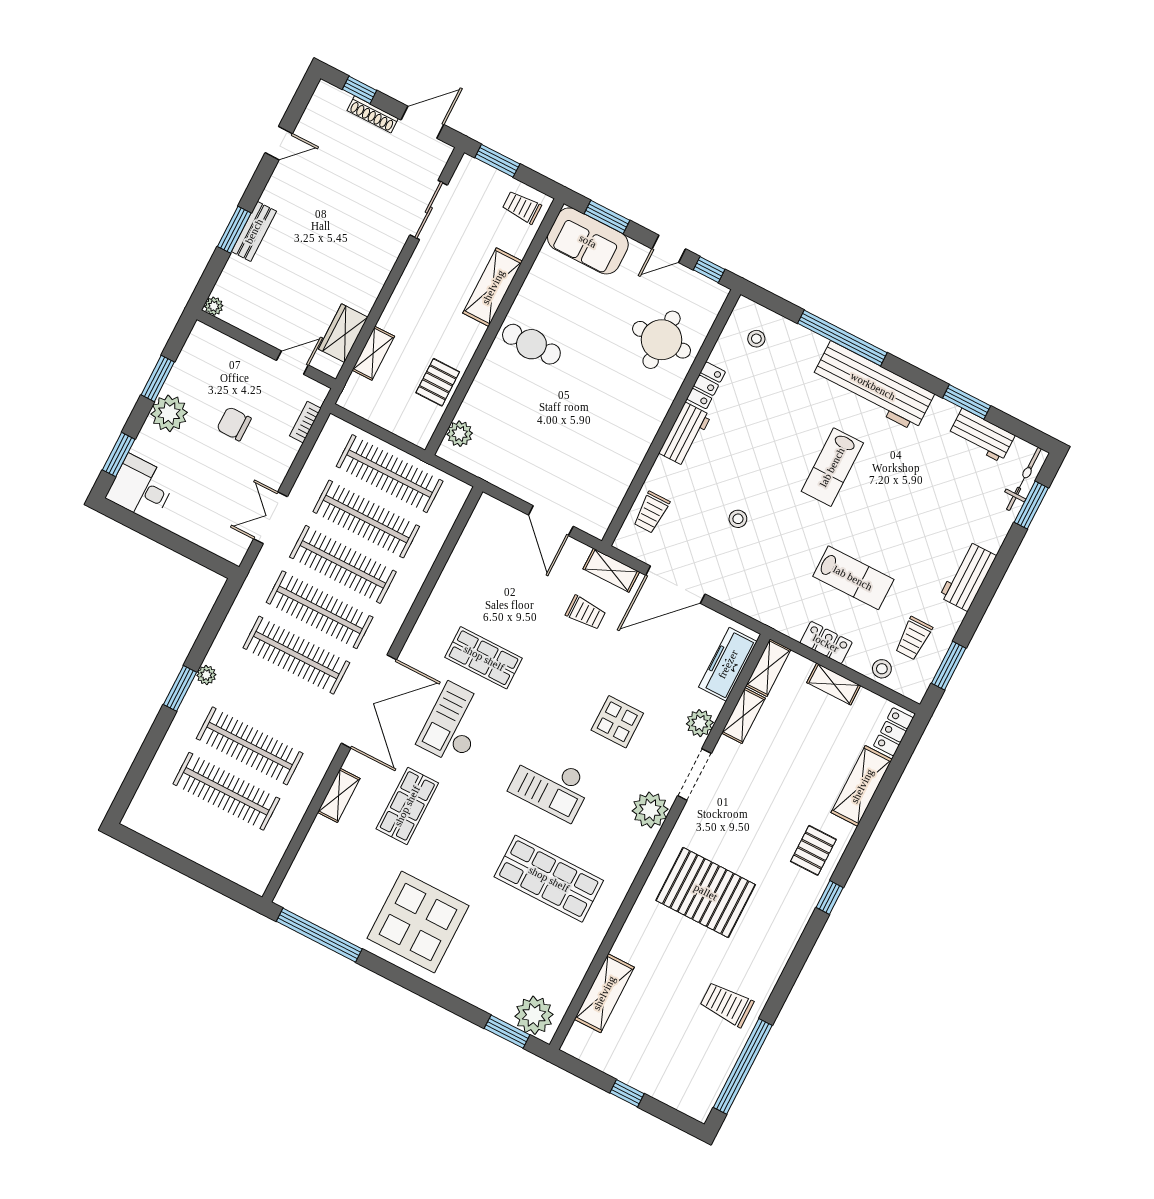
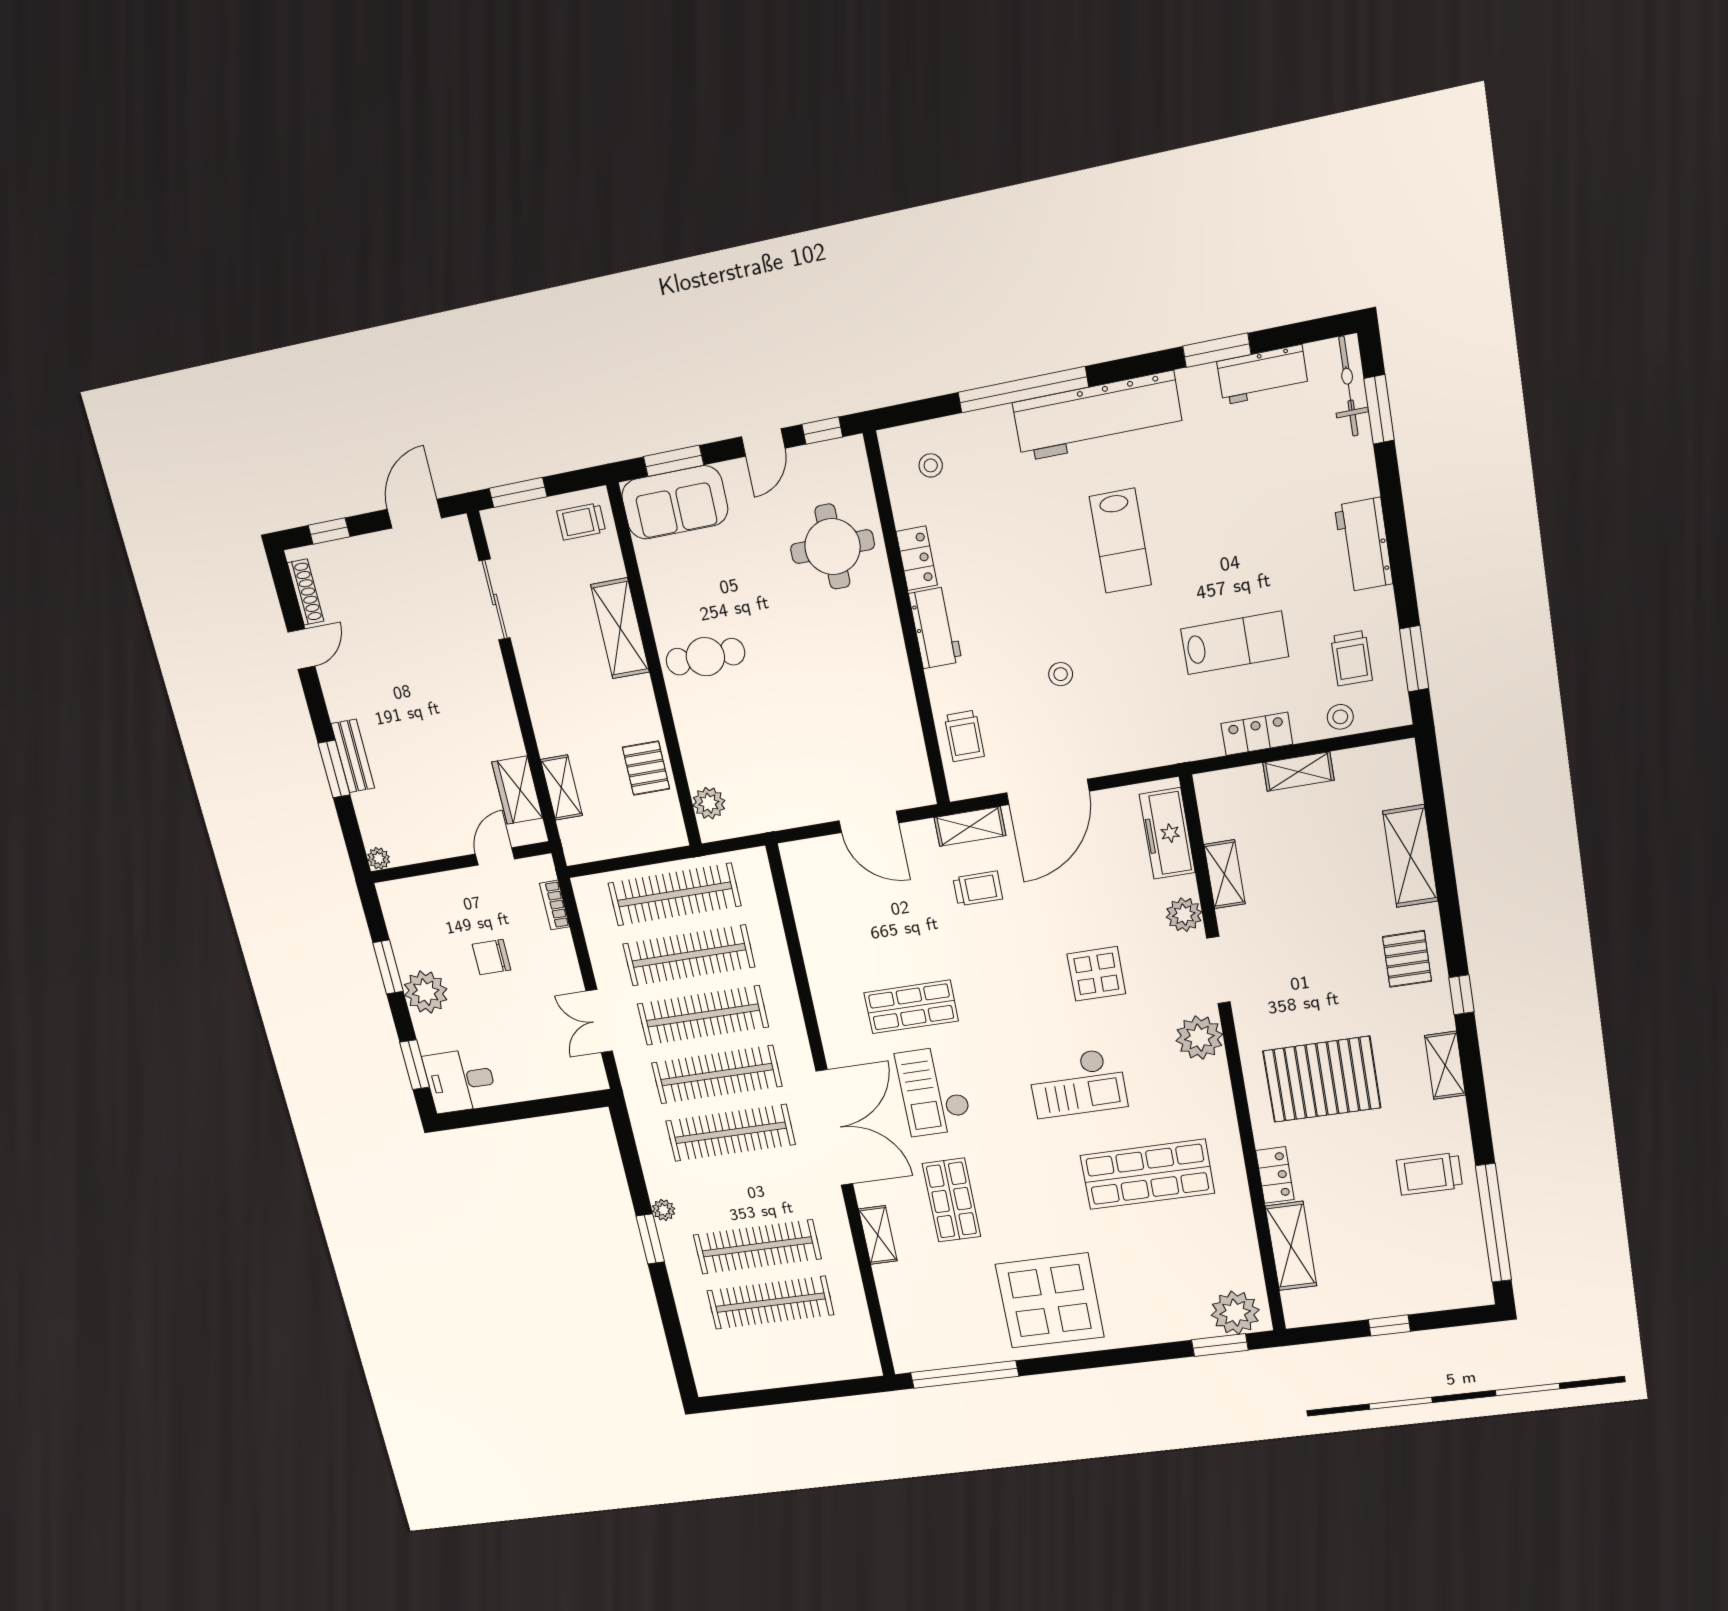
shoe rack: (373, 114) -> (306, 592), moved, turned -90
shelving: (768, 668) -> (1445, 1065), moved
locker: (893, 732) -> (1275, 1175), moved, turned 180

